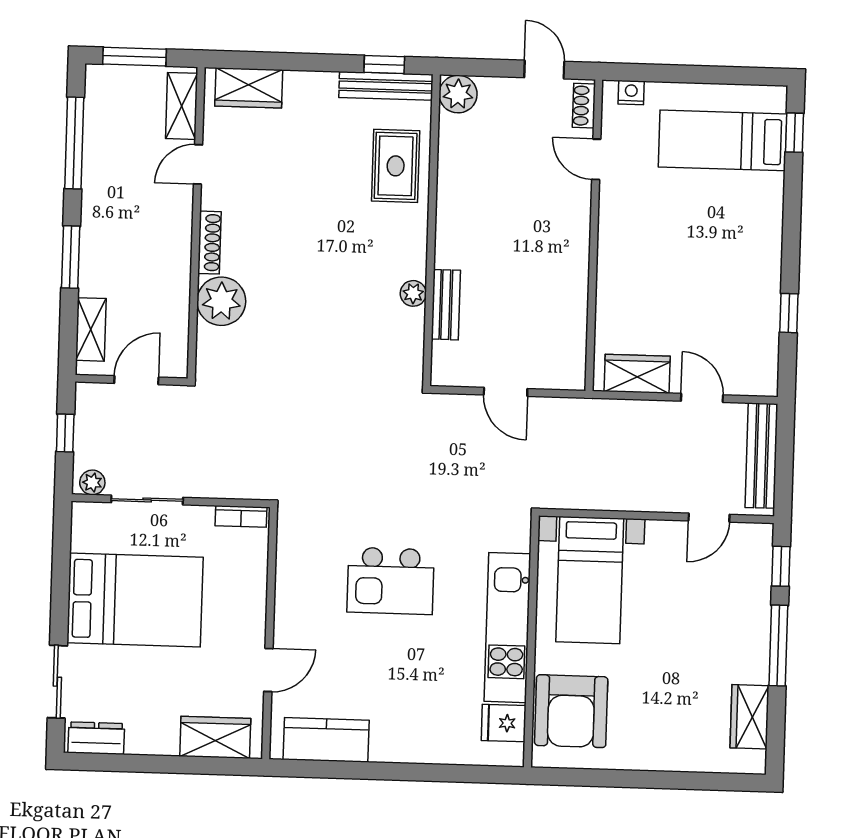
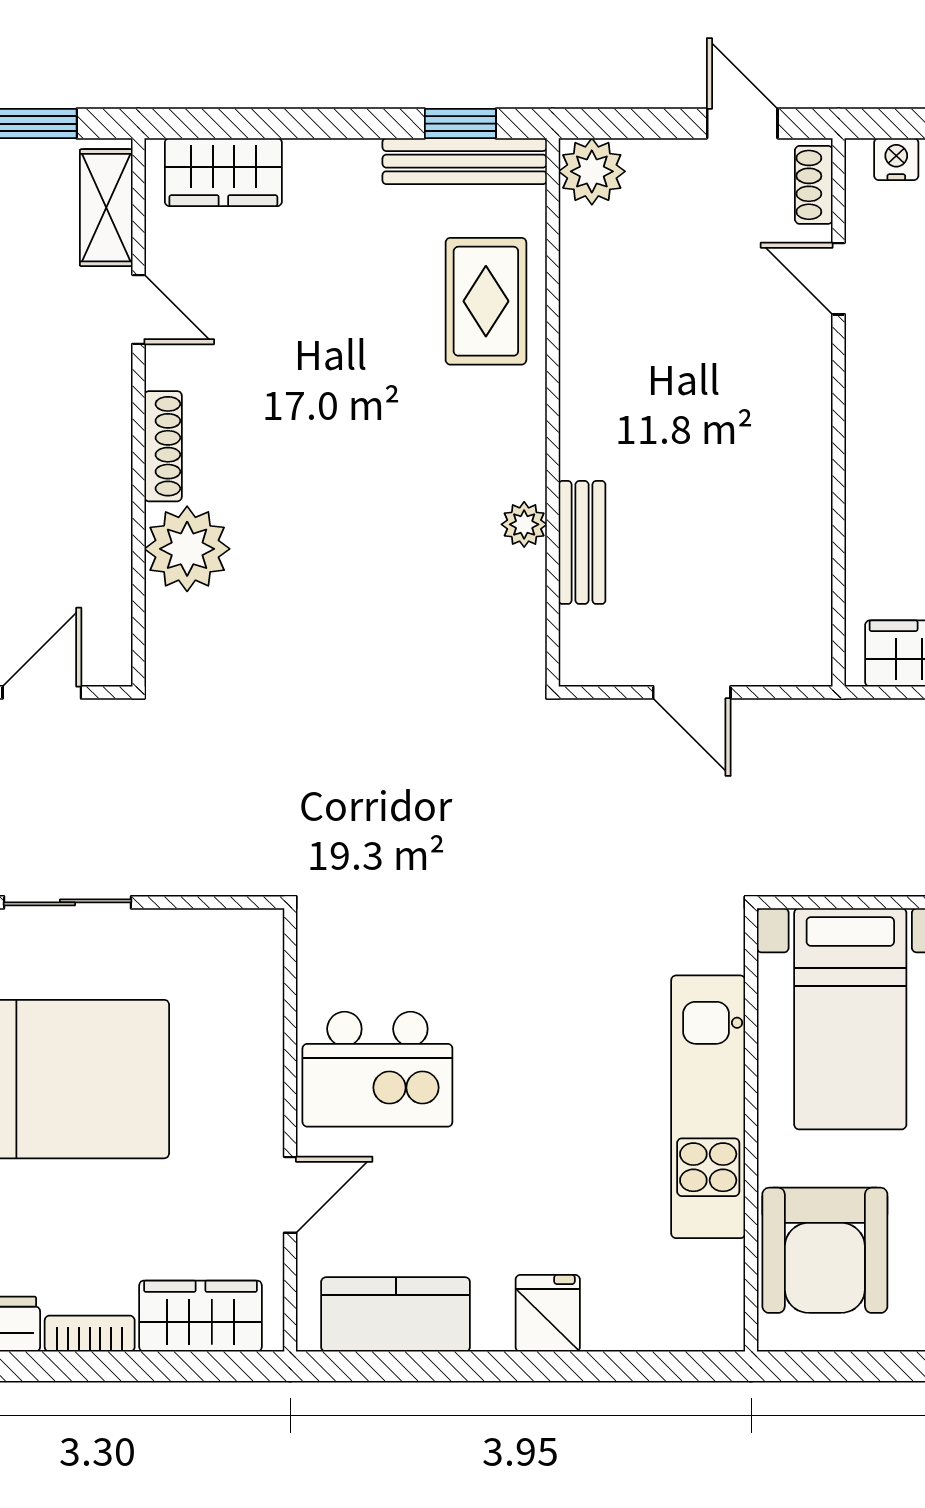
door: (198, 164) -> (138, 309), swing flipped
bookcase: (241, 516) -> (90, 1334), moved, turned 180
kitchen island: (390, 581) -> (377, 1069), moved
fridge: (504, 723) -> (548, 1313), moved, turned 90

